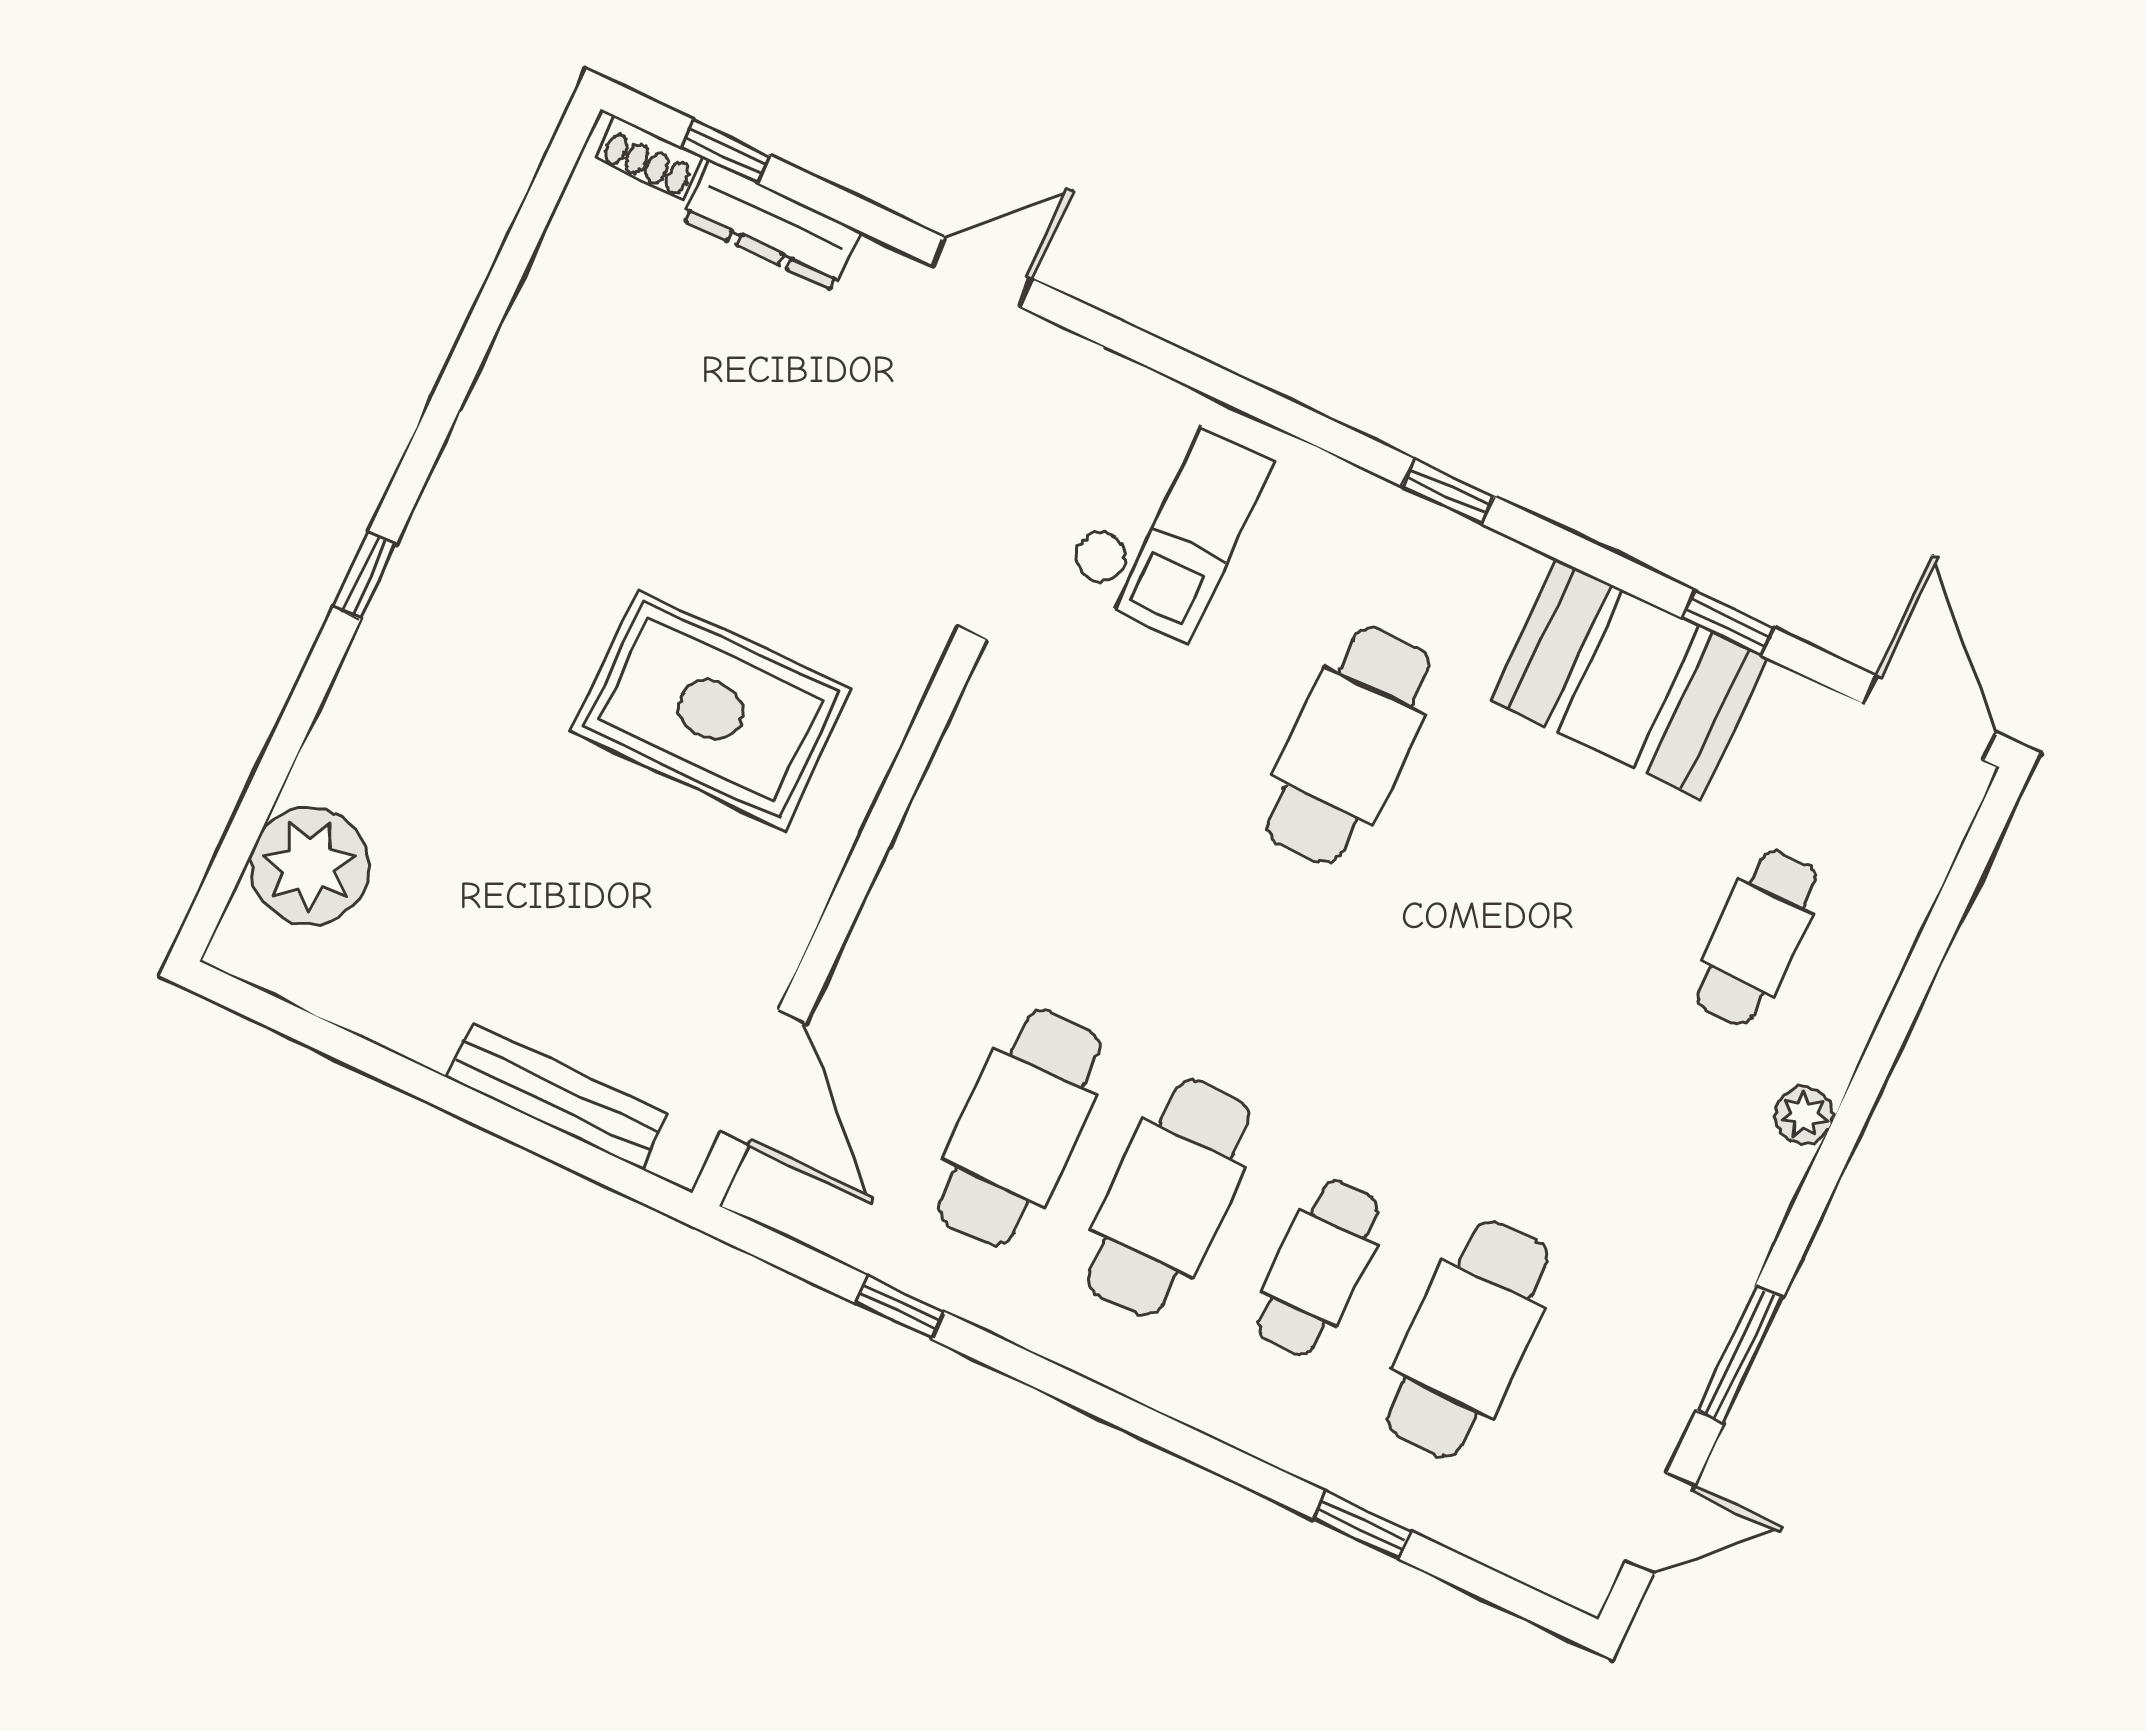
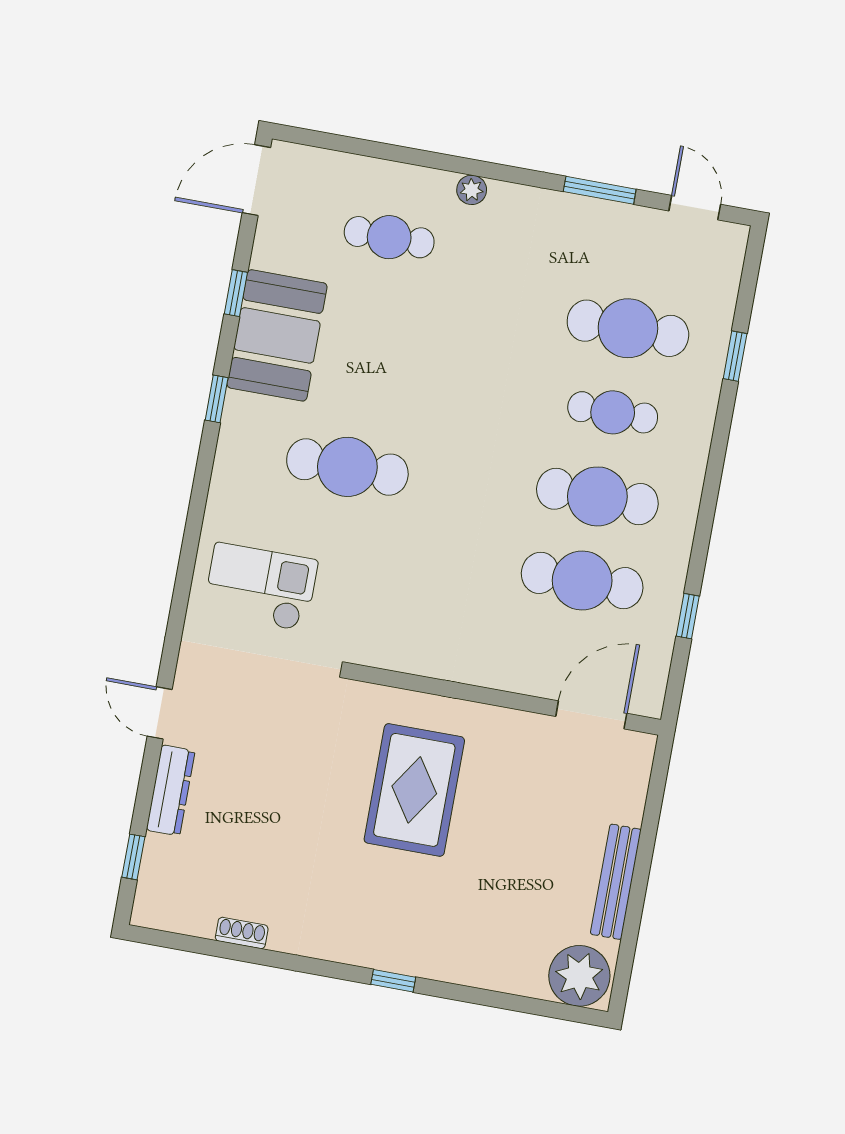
shoe rack: (649, 158) -> (242, 933), moved, turned -90
dresser: (771, 226) -> (171, 790), moved
window: (1448, 491) -> (217, 399), moved
plant: (310, 866) -> (579, 976), moved
bench: (557, 1096) -> (616, 882), moved

